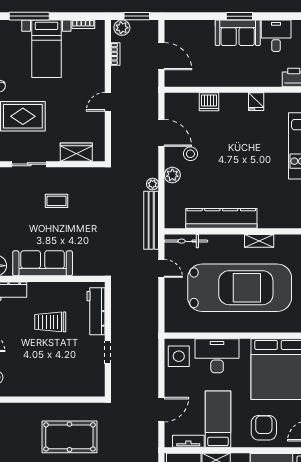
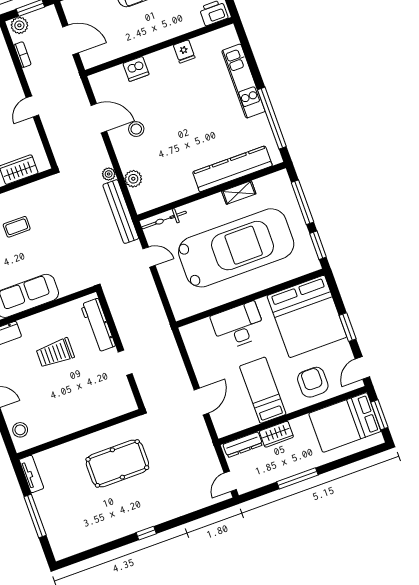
plant: (172, 175) -> (133, 179), moved
kitchen counter: (221, 218) -> (232, 169), moved
side table: (179, 356) -> (199, 340), removed
tv unit: (188, 441) -> (241, 424), removed

